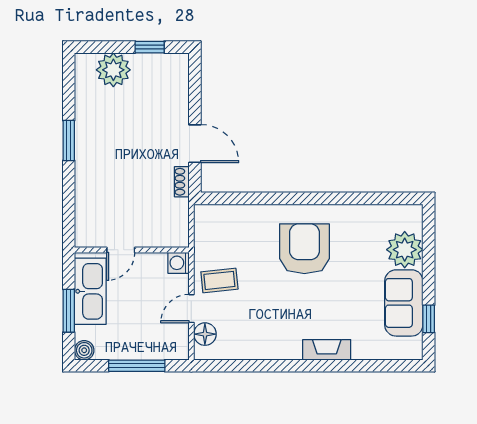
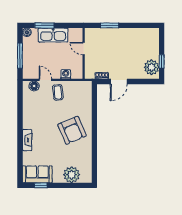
plant: (113, 70) -> (151, 67), moved
window: (69, 141) -> (110, 25), moved
armchair: (304, 249) -> (72, 130), turned 67
door: (121, 250) -> (84, 49), moved
wall: (132, 250) -> (84, 53), moved
sofa: (404, 303) -> (37, 174), moved

